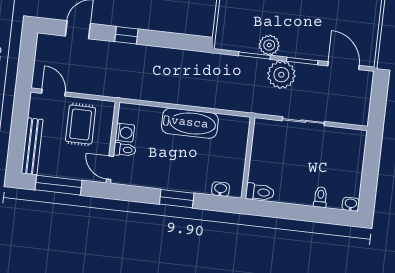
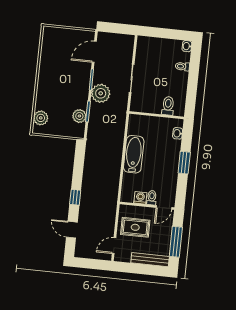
plant: (269, 45) -> (79, 116), moved
toilet: (260, 192) -> (168, 106), moved

